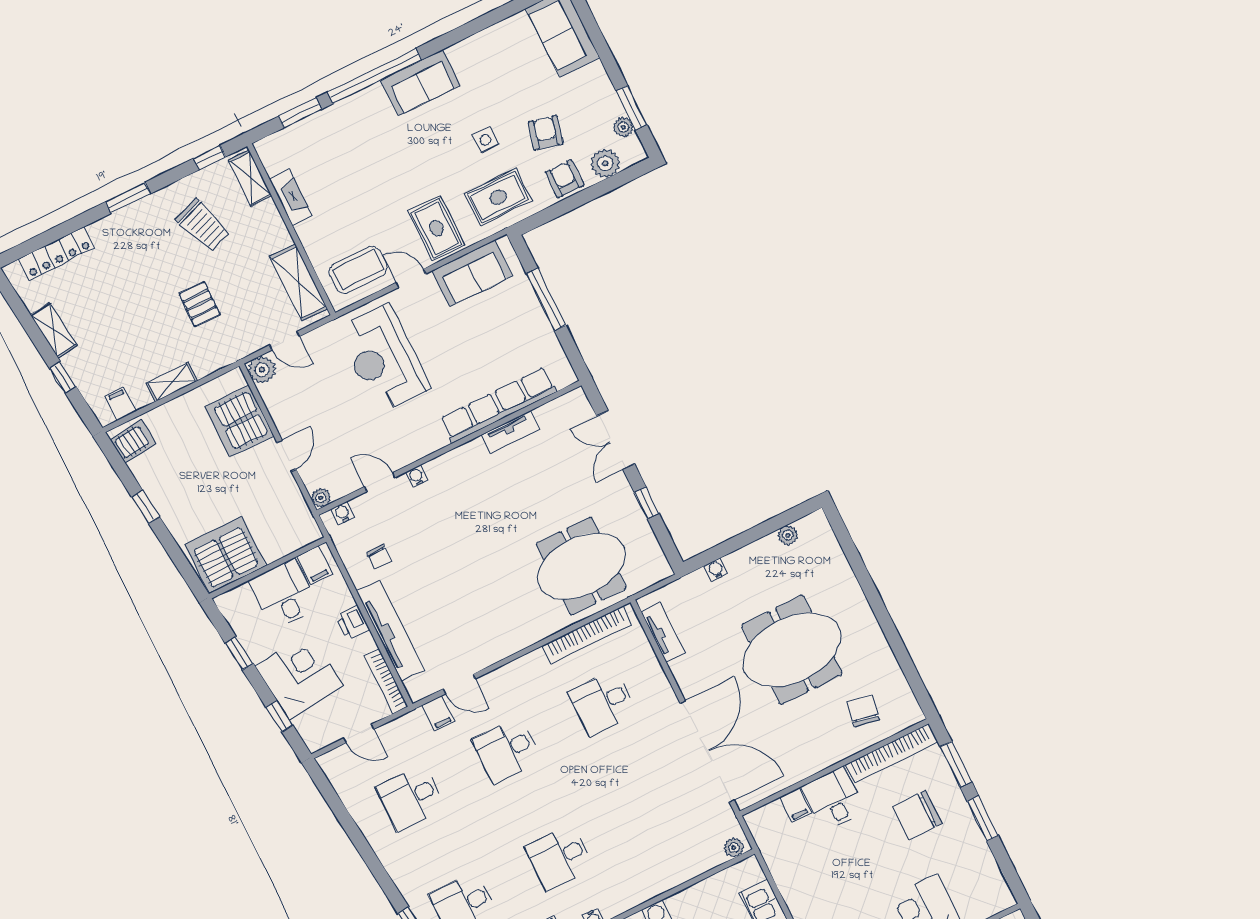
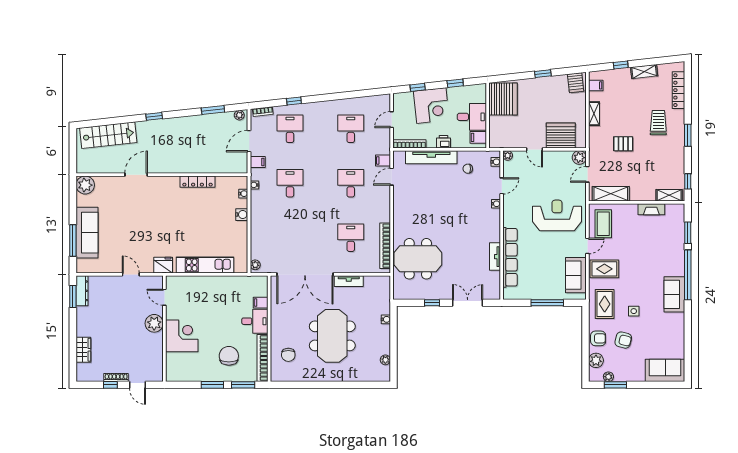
trolley: (203, 225) -> (658, 123), moved, turned 110
meeting table: (581, 566) -> (418, 259), turned 90
tv unit: (663, 632) -> (349, 281), moved
chair: (864, 711) -> (288, 355), turned 79

